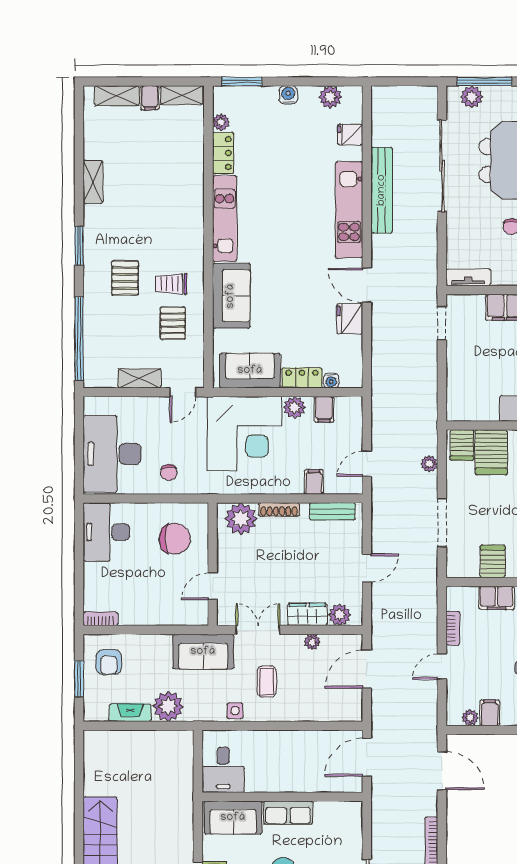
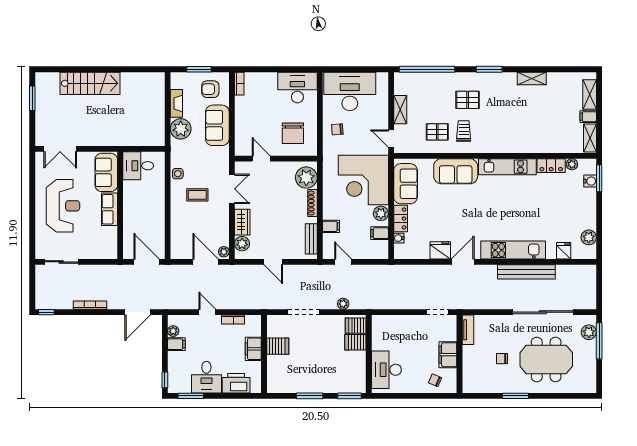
water cooler: (288, 95) -> (590, 181), moved
server rack: (491, 452) -> (355, 342), width x0.73, depth x0.70
plant: (312, 642) -> (224, 252), moved
sofa: (203, 652) -> (217, 125), moved

